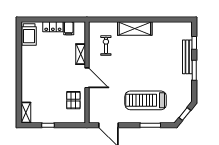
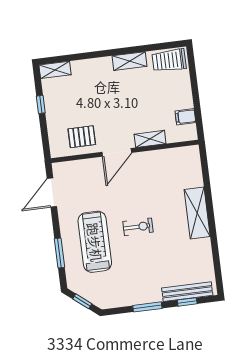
locker: (53, 27) -> (185, 94), removed
exercise bike: (106, 45) -> (138, 227), moved
bench: (187, 57) -> (187, 292), moved
shelving: (26, 61) -> (129, 61), added

